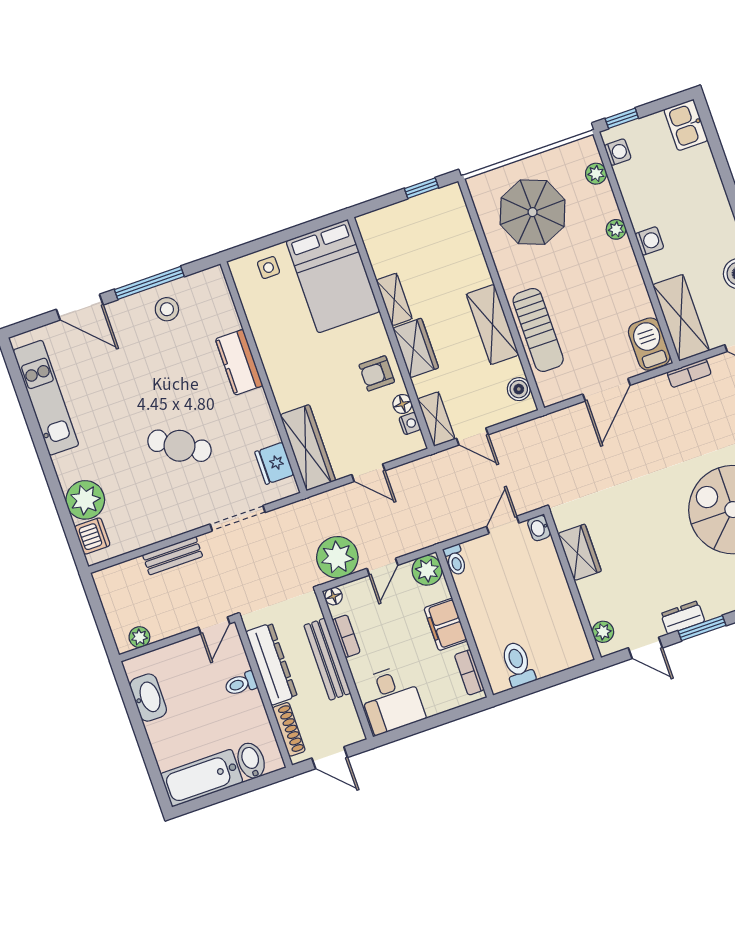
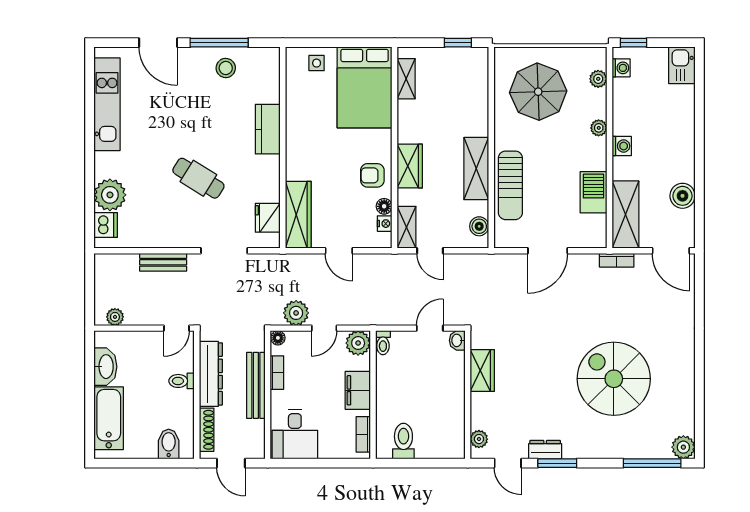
shelving: (394, 299) -> (406, 79), moved
barbecue: (649, 344) -> (593, 192), moved
plant: (337, 557) -> (296, 313), width x0.73, depth x0.73
bathtub: (202, 778) -> (109, 418), moved, turned 90

